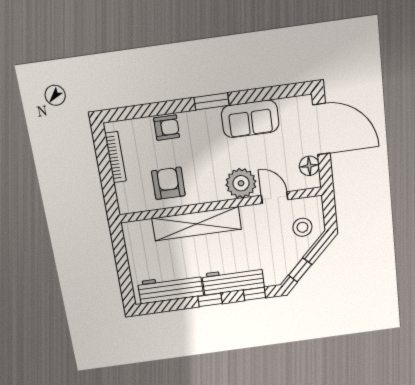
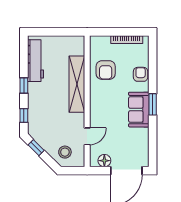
sofa: (250, 119) -> (139, 110), moved
armchair: (167, 128) -> (141, 74), turned 180
armchair: (168, 183) -> (106, 70), turned 90
plant: (241, 183) -> (99, 116), removed
workbench: (233, 281) -> (35, 103), removed

